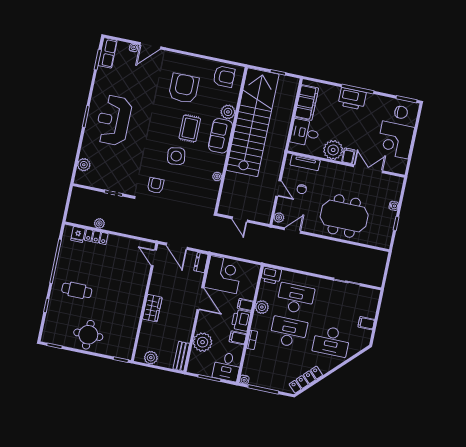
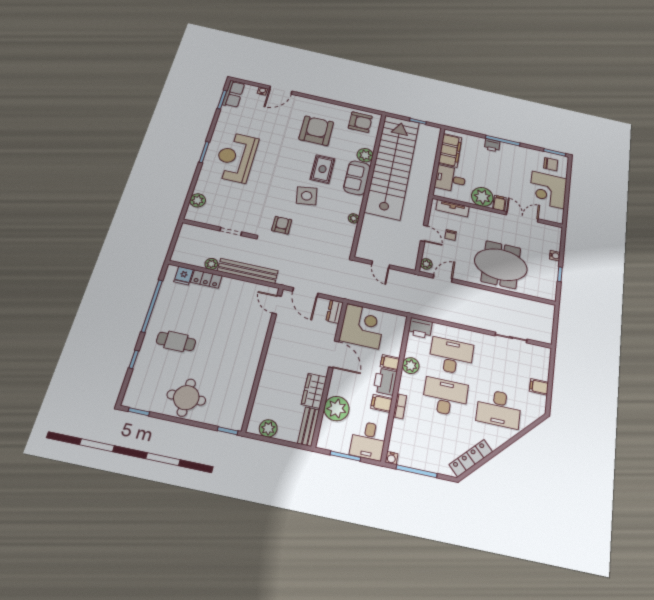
printer: (352, 99) -> (492, 145), width x0.53, depth x0.68
bench: (129, 229) -> (248, 271), added
wardrobe: (152, 308) -> (314, 391), moved, turned 180

